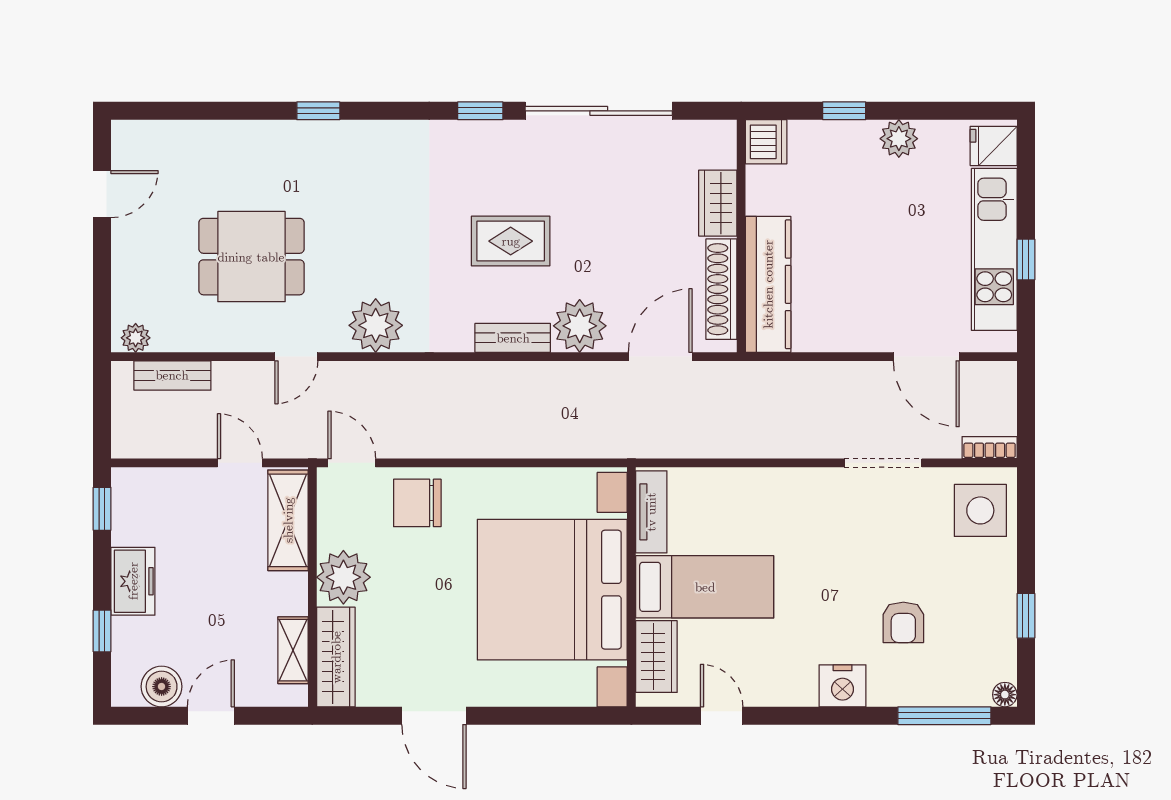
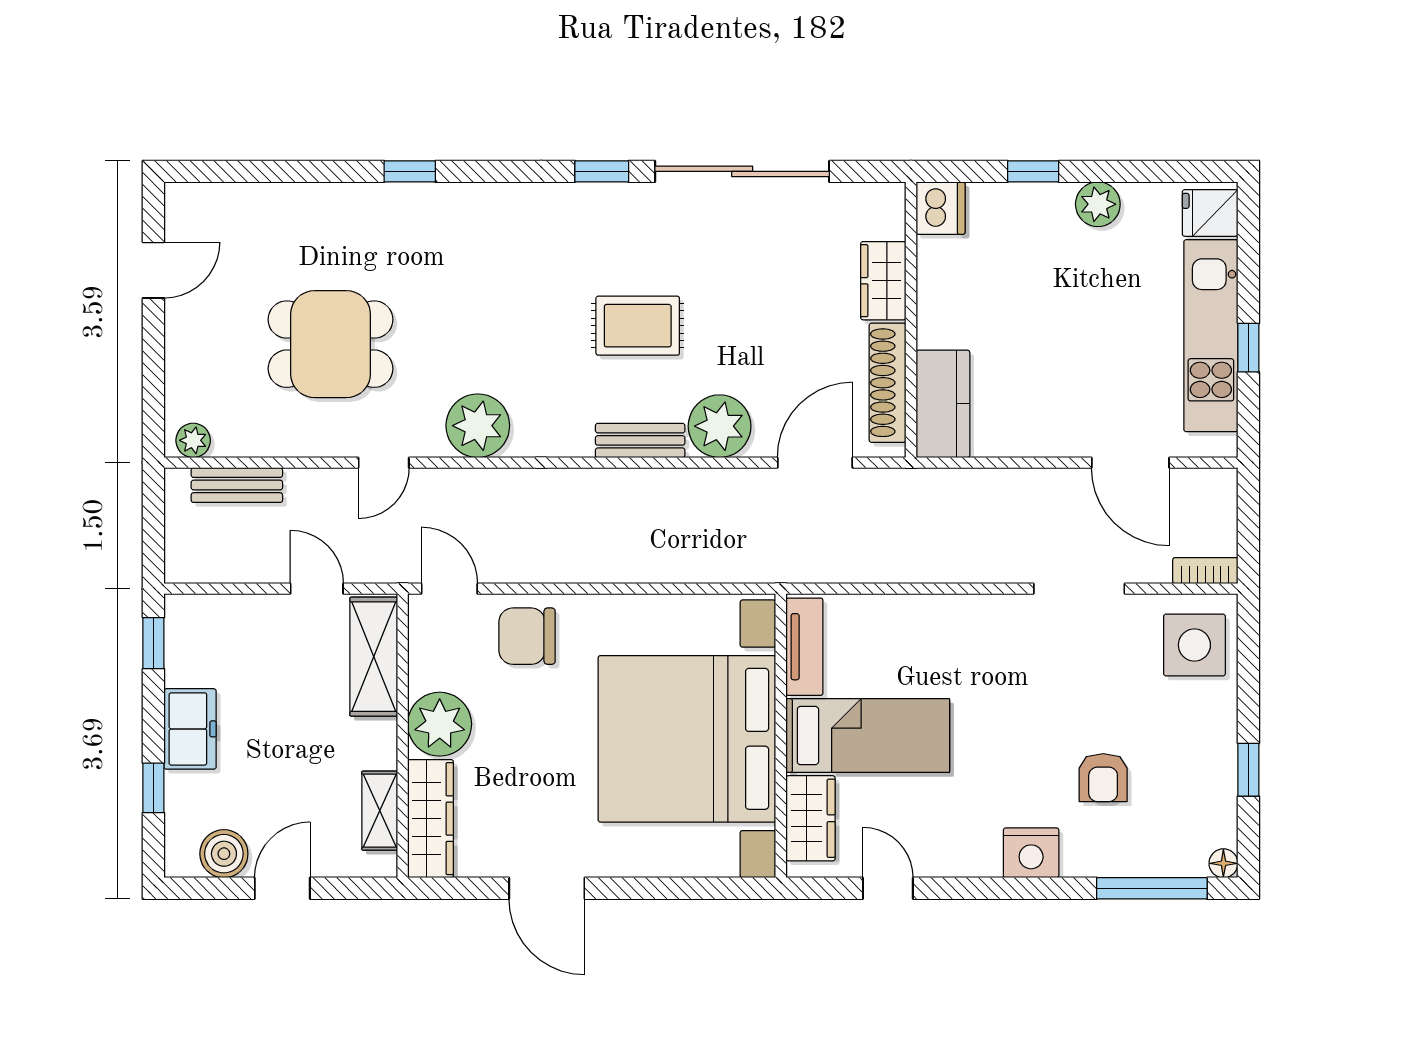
kitchen counter: (768, 284) -> (943, 404), width x0.67

